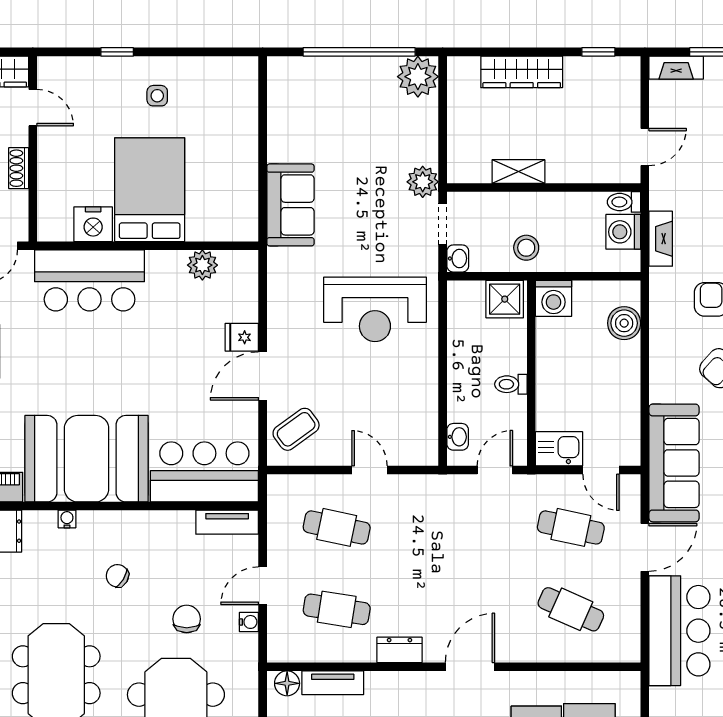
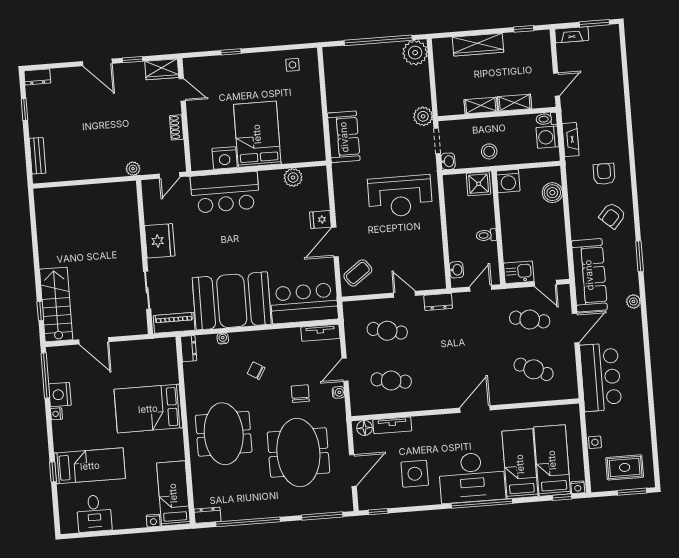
side table: (157, 96) -> (292, 65), moved
shelving: (574, 171) -> (515, 103), added
dresser: (400, 650) -> (438, 302), moved, turned 180

